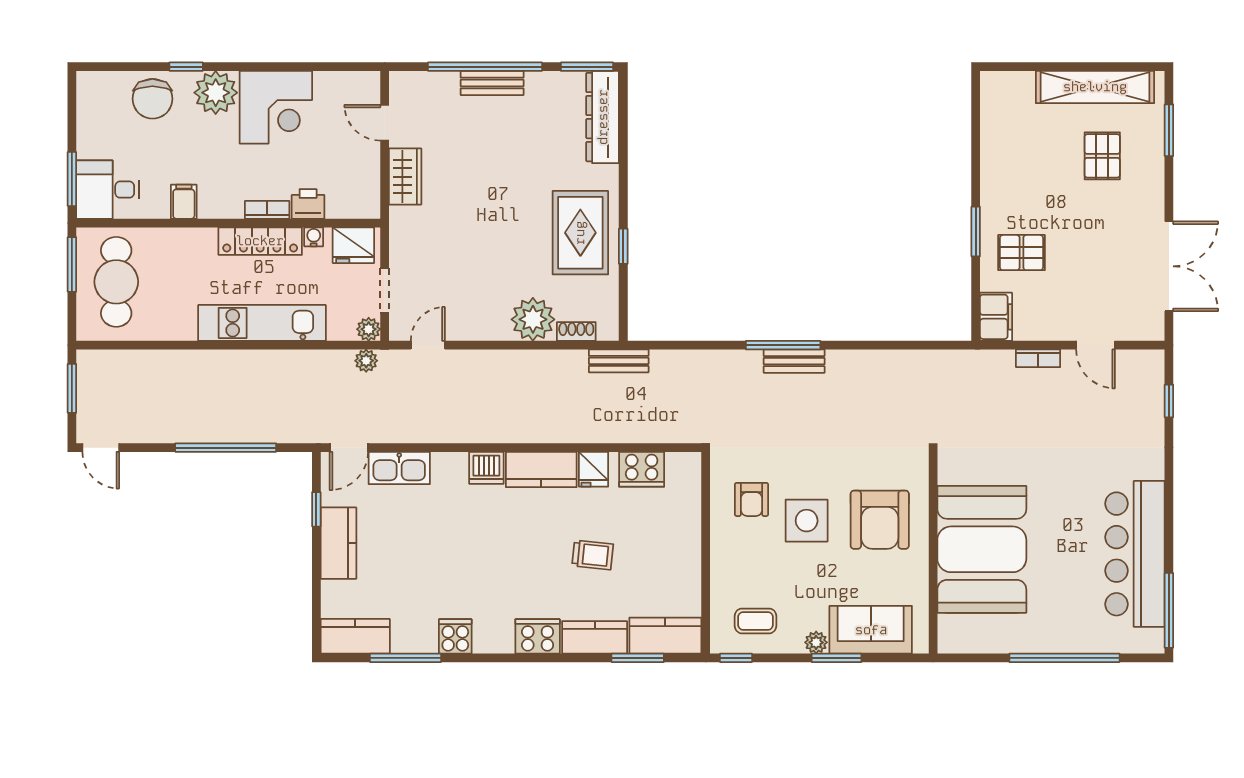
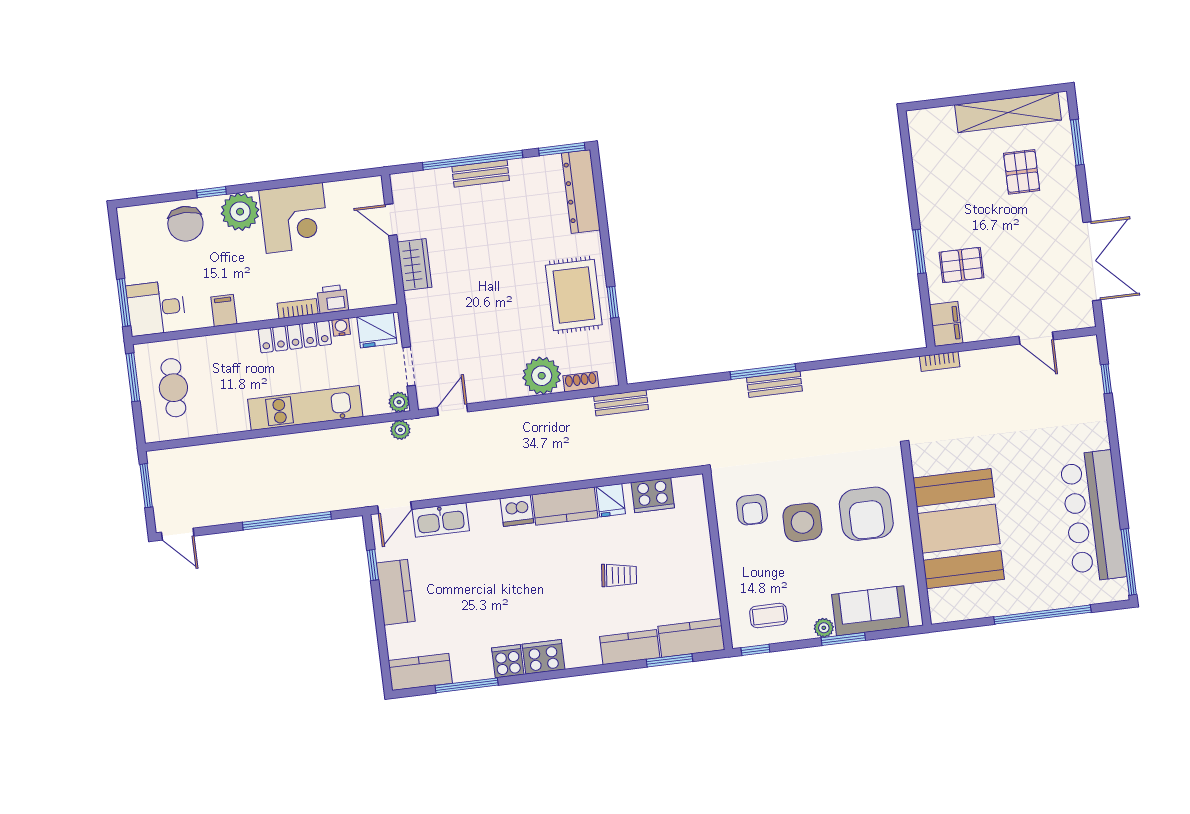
cafe table: (116, 282) -> (173, 388), width x0.73, depth x0.74
bookcase: (1038, 358) -> (940, 361), moved
cooker: (538, 636) -> (543, 657), moved

